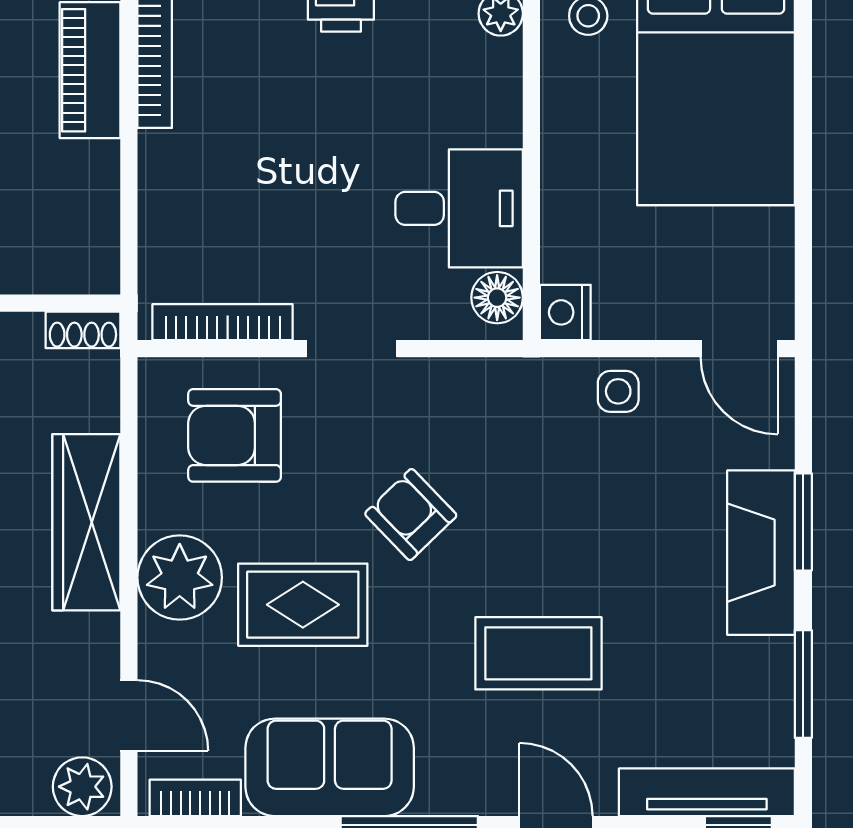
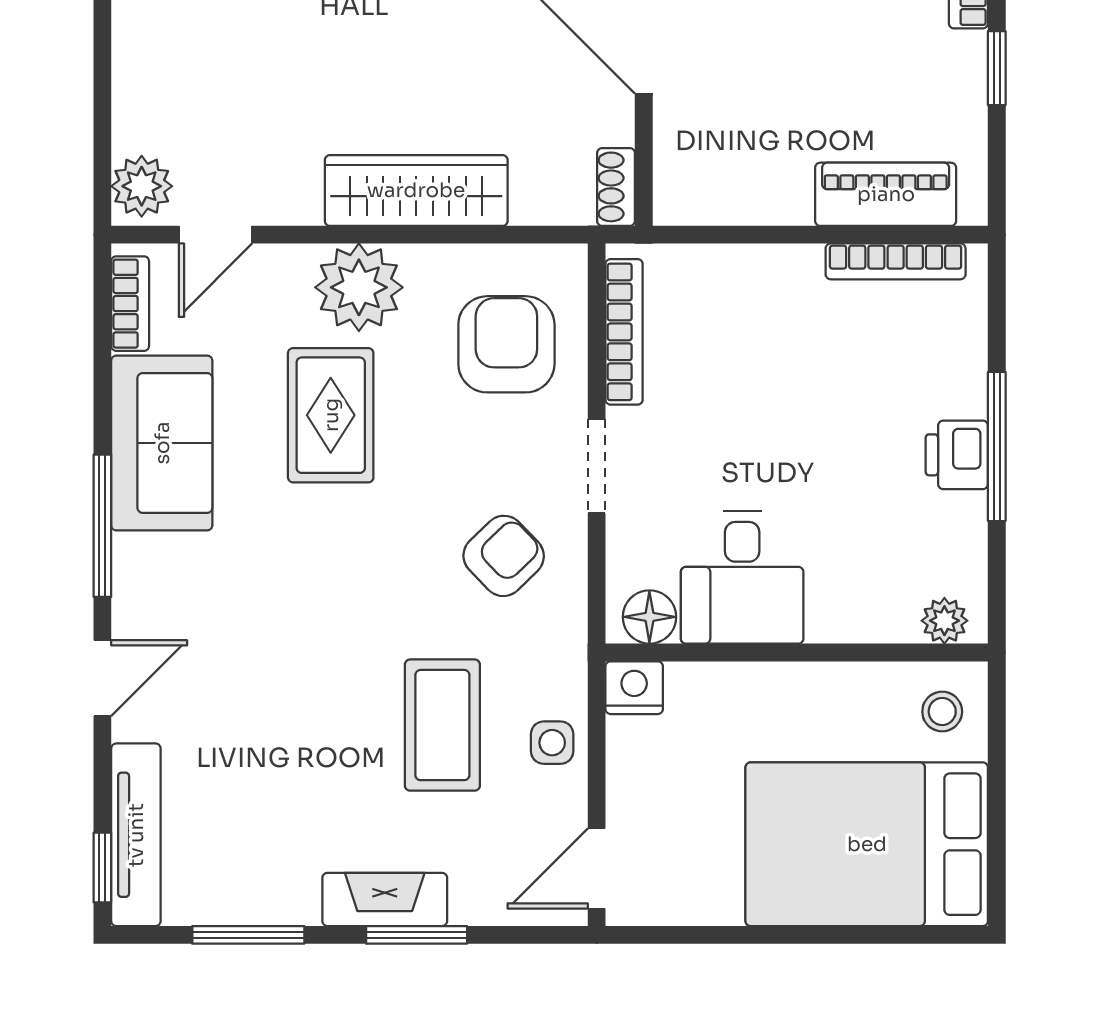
armchair: (411, 515) -> (504, 556), moved
fireplace: (761, 553) -> (385, 899), width x0.73, depth x0.76
coffee table: (538, 653) -> (442, 725), moved

